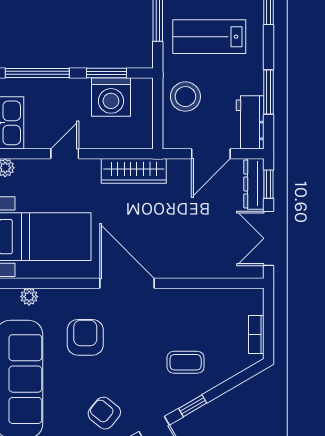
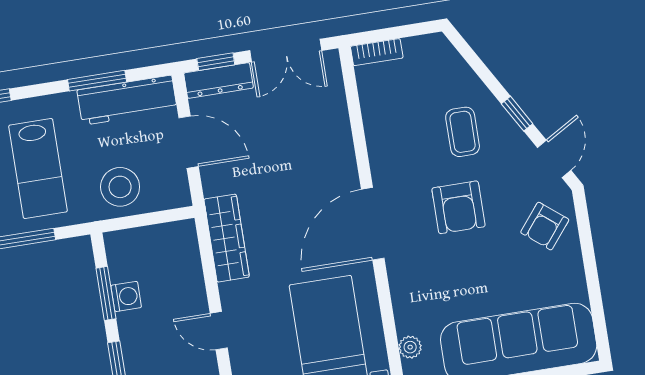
washing machine: (111, 97) -> (126, 296), width x0.53, depth x0.53
workbench: (250, 122) -> (127, 100), width x1.38
bookcase: (256, 335) -> (377, 52), moved
armchair: (85, 337) -> (458, 207), moved, turned -90

